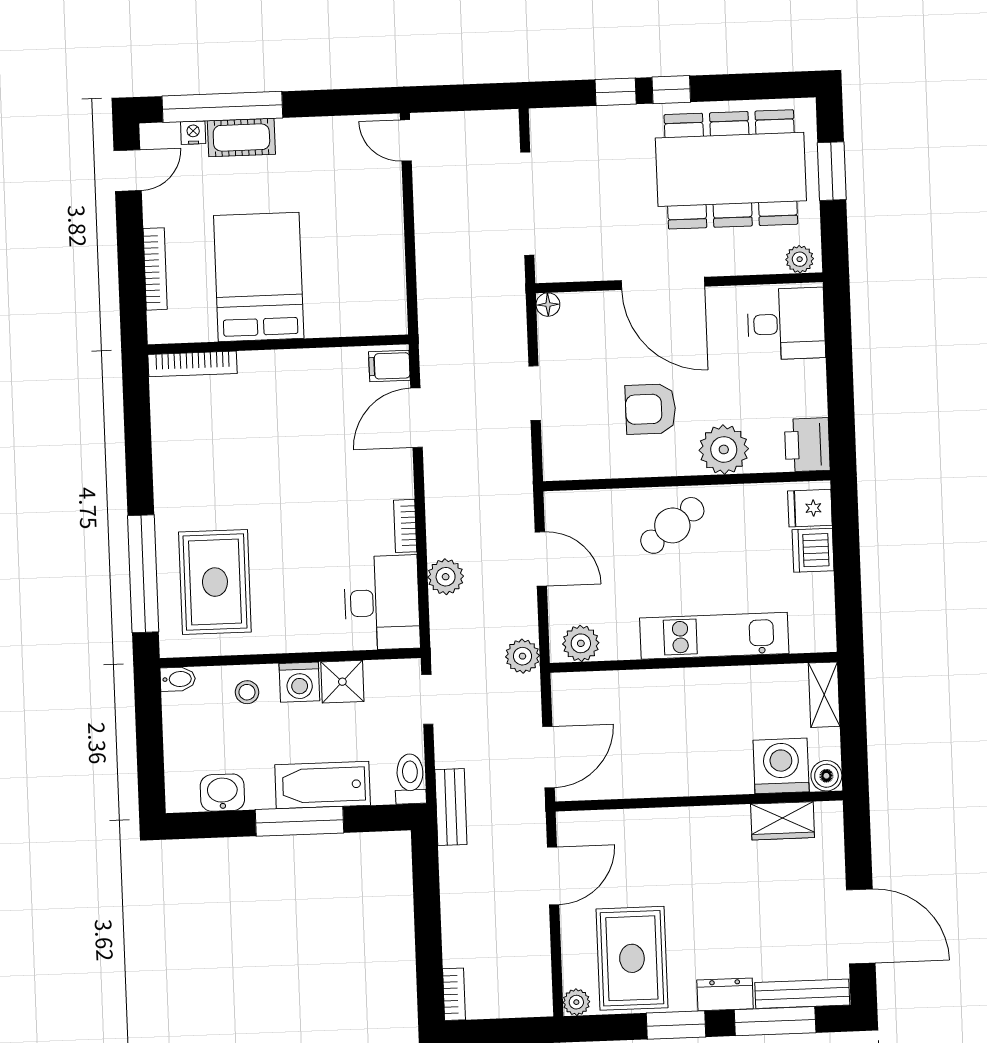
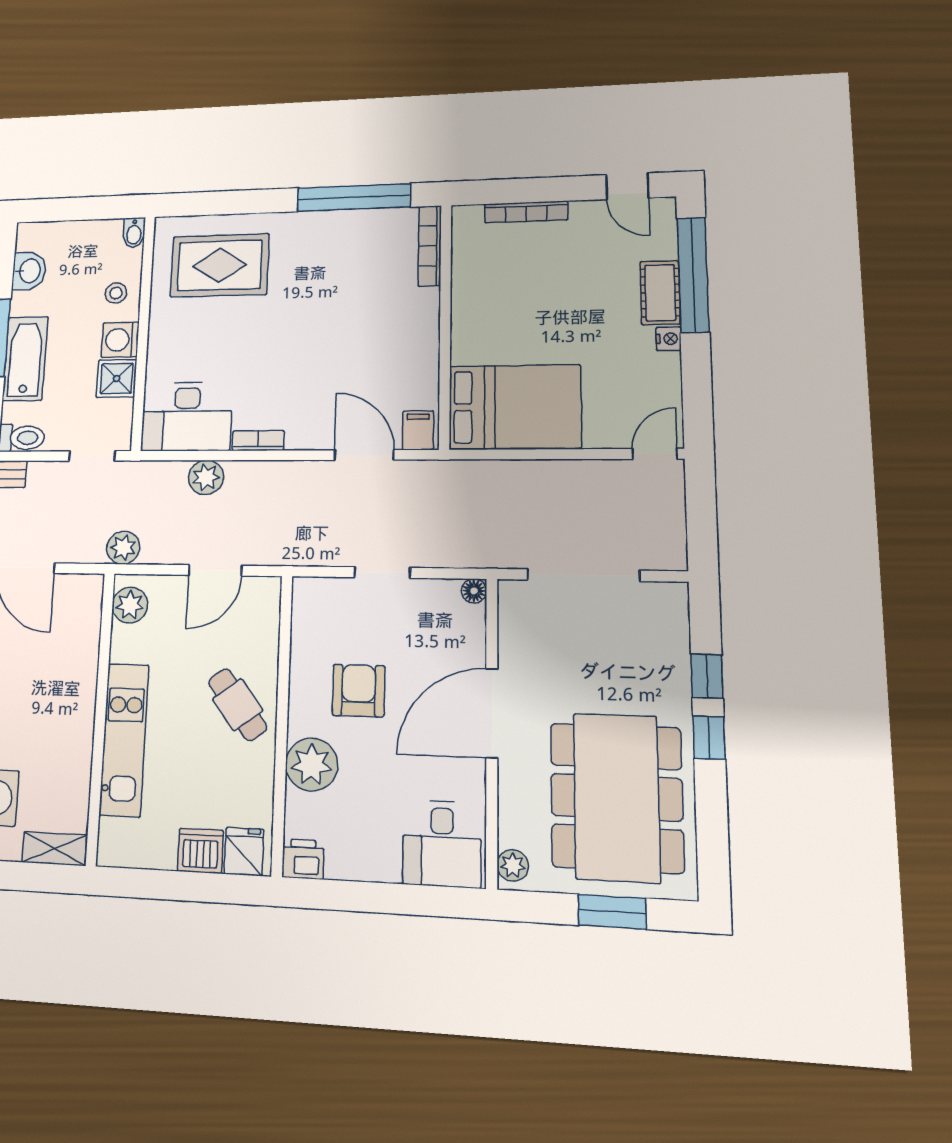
nightstand: (193, 133) -> (669, 339), moved
bed: (259, 277) -> (515, 407), moved
printer: (807, 445) -> (303, 859), width x0.73, depth x0.81
window: (143, 574) -> (354, 197), moved

